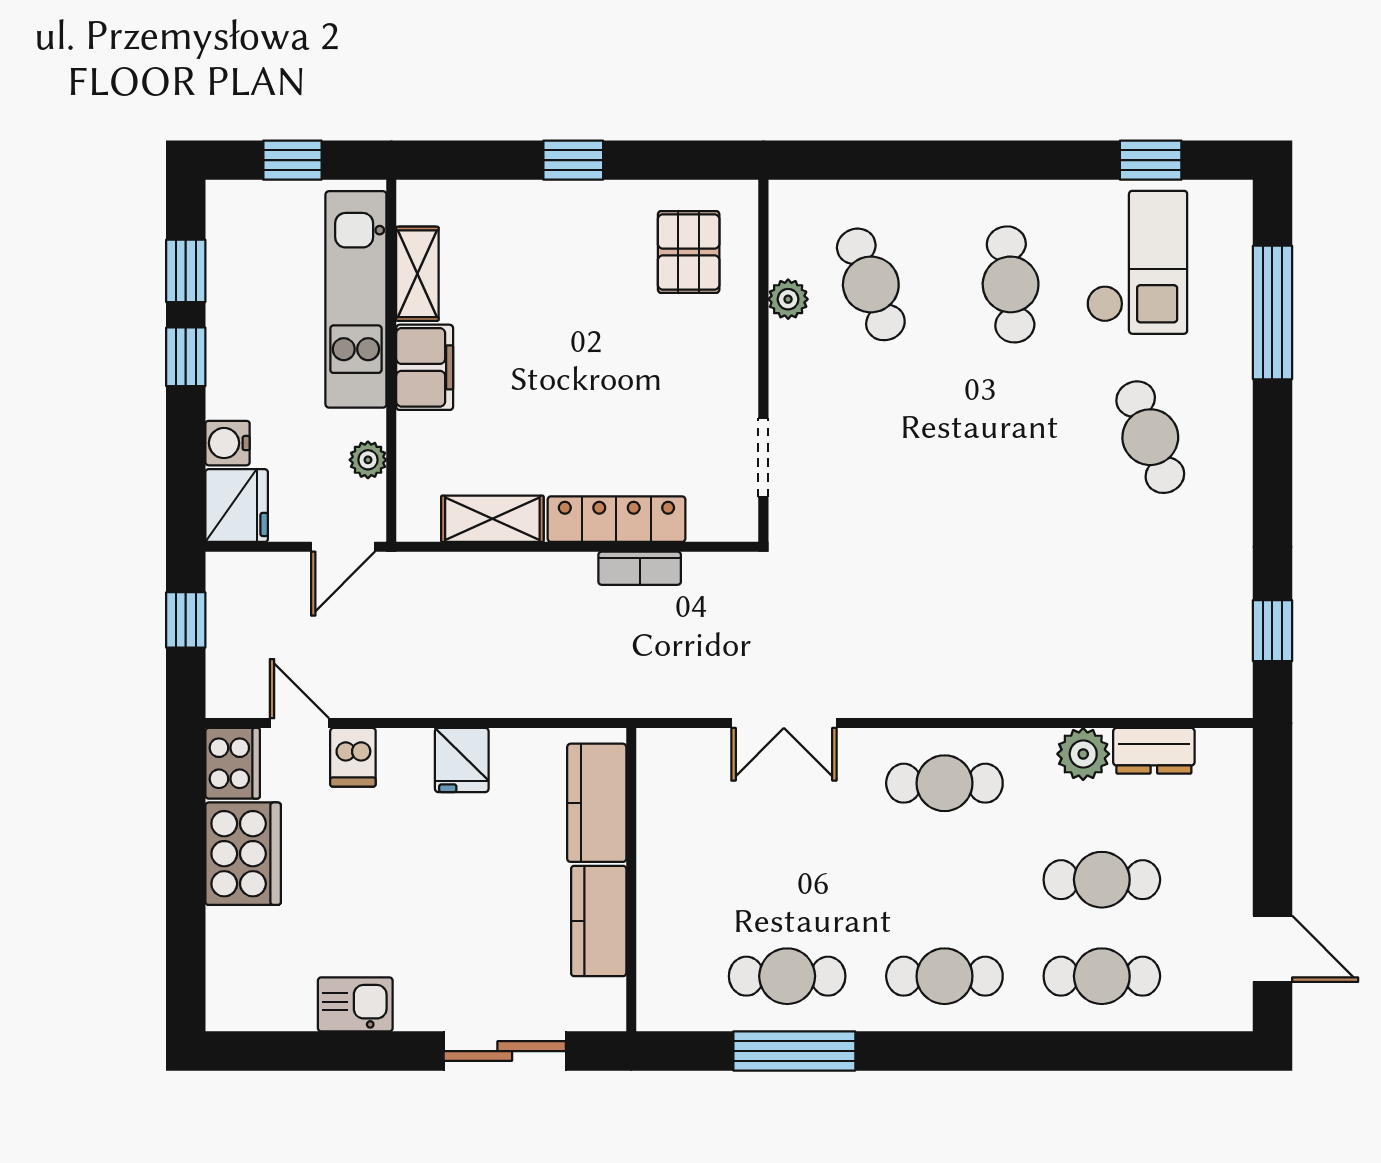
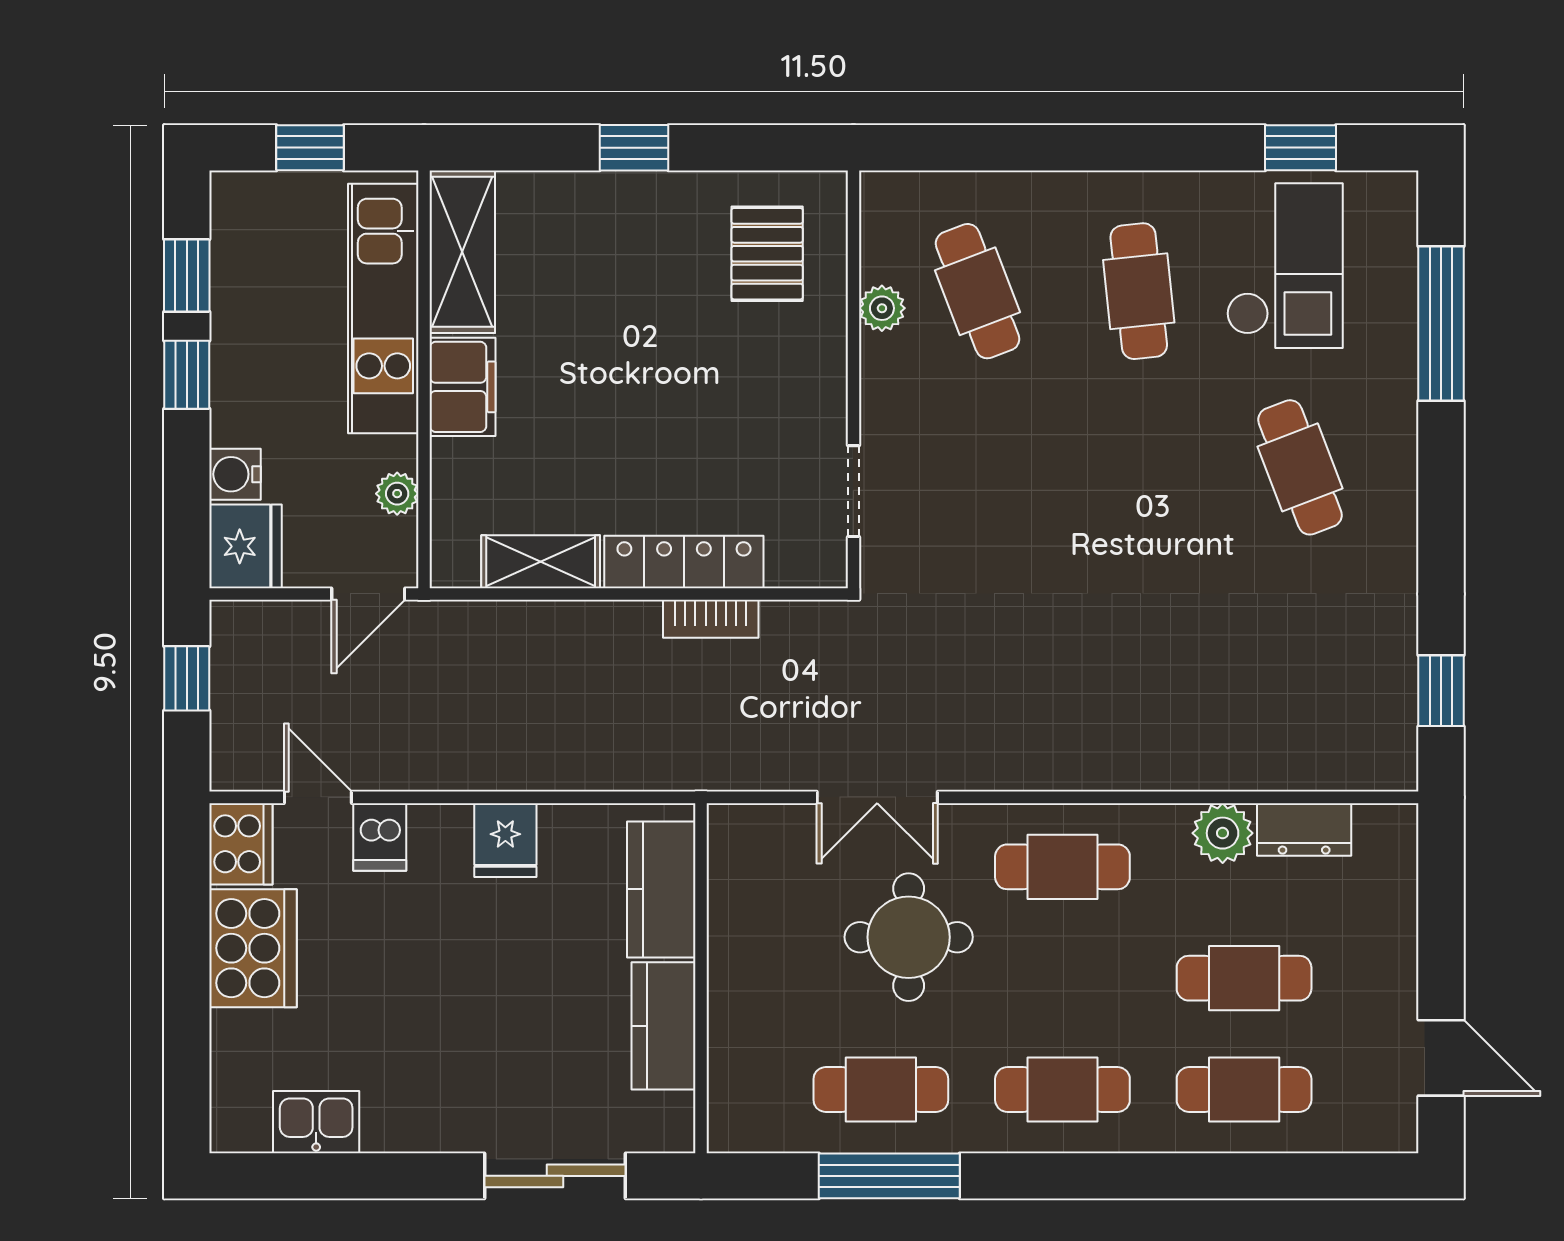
shelving: (417, 274) -> (462, 252), width x1.50, depth x1.33
round table: (811, 844) -> (909, 937), added
kitchen sink: (355, 1004) -> (316, 1122), moved

